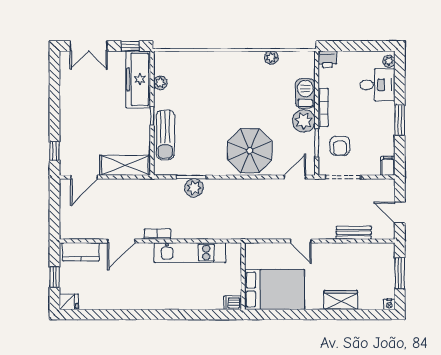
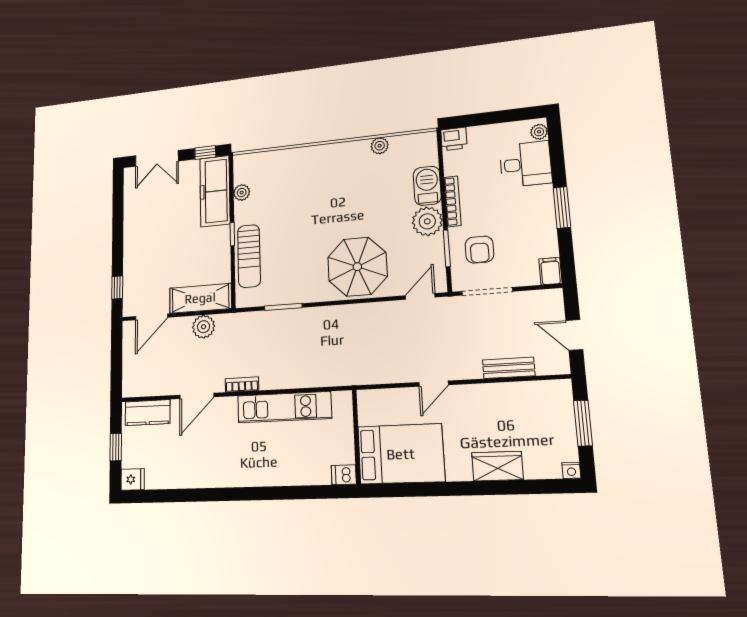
plant: (194, 188) -> (204, 327), moved
door: (301, 241) -> (434, 384), hinge flipped

